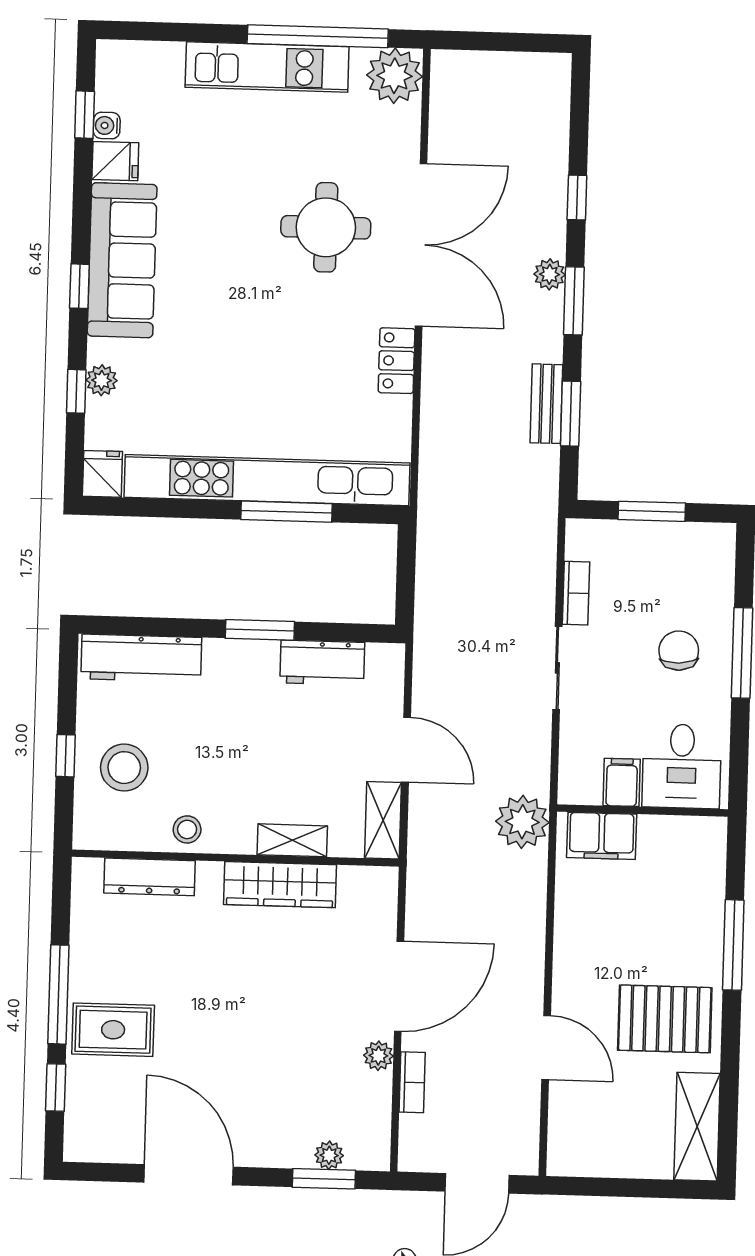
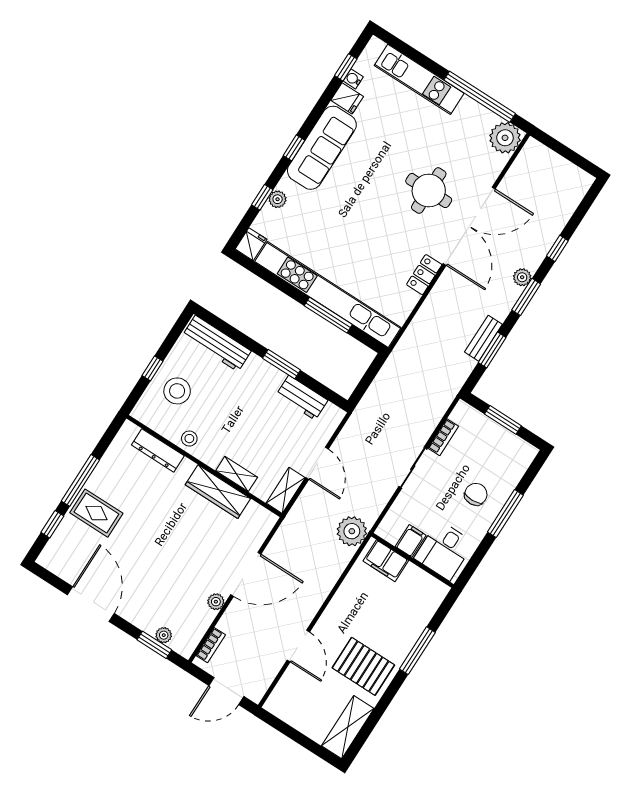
kitchen unit: (267, 67) -> (419, 79), moved
bookcase: (412, 1082) -> (211, 645), moved

